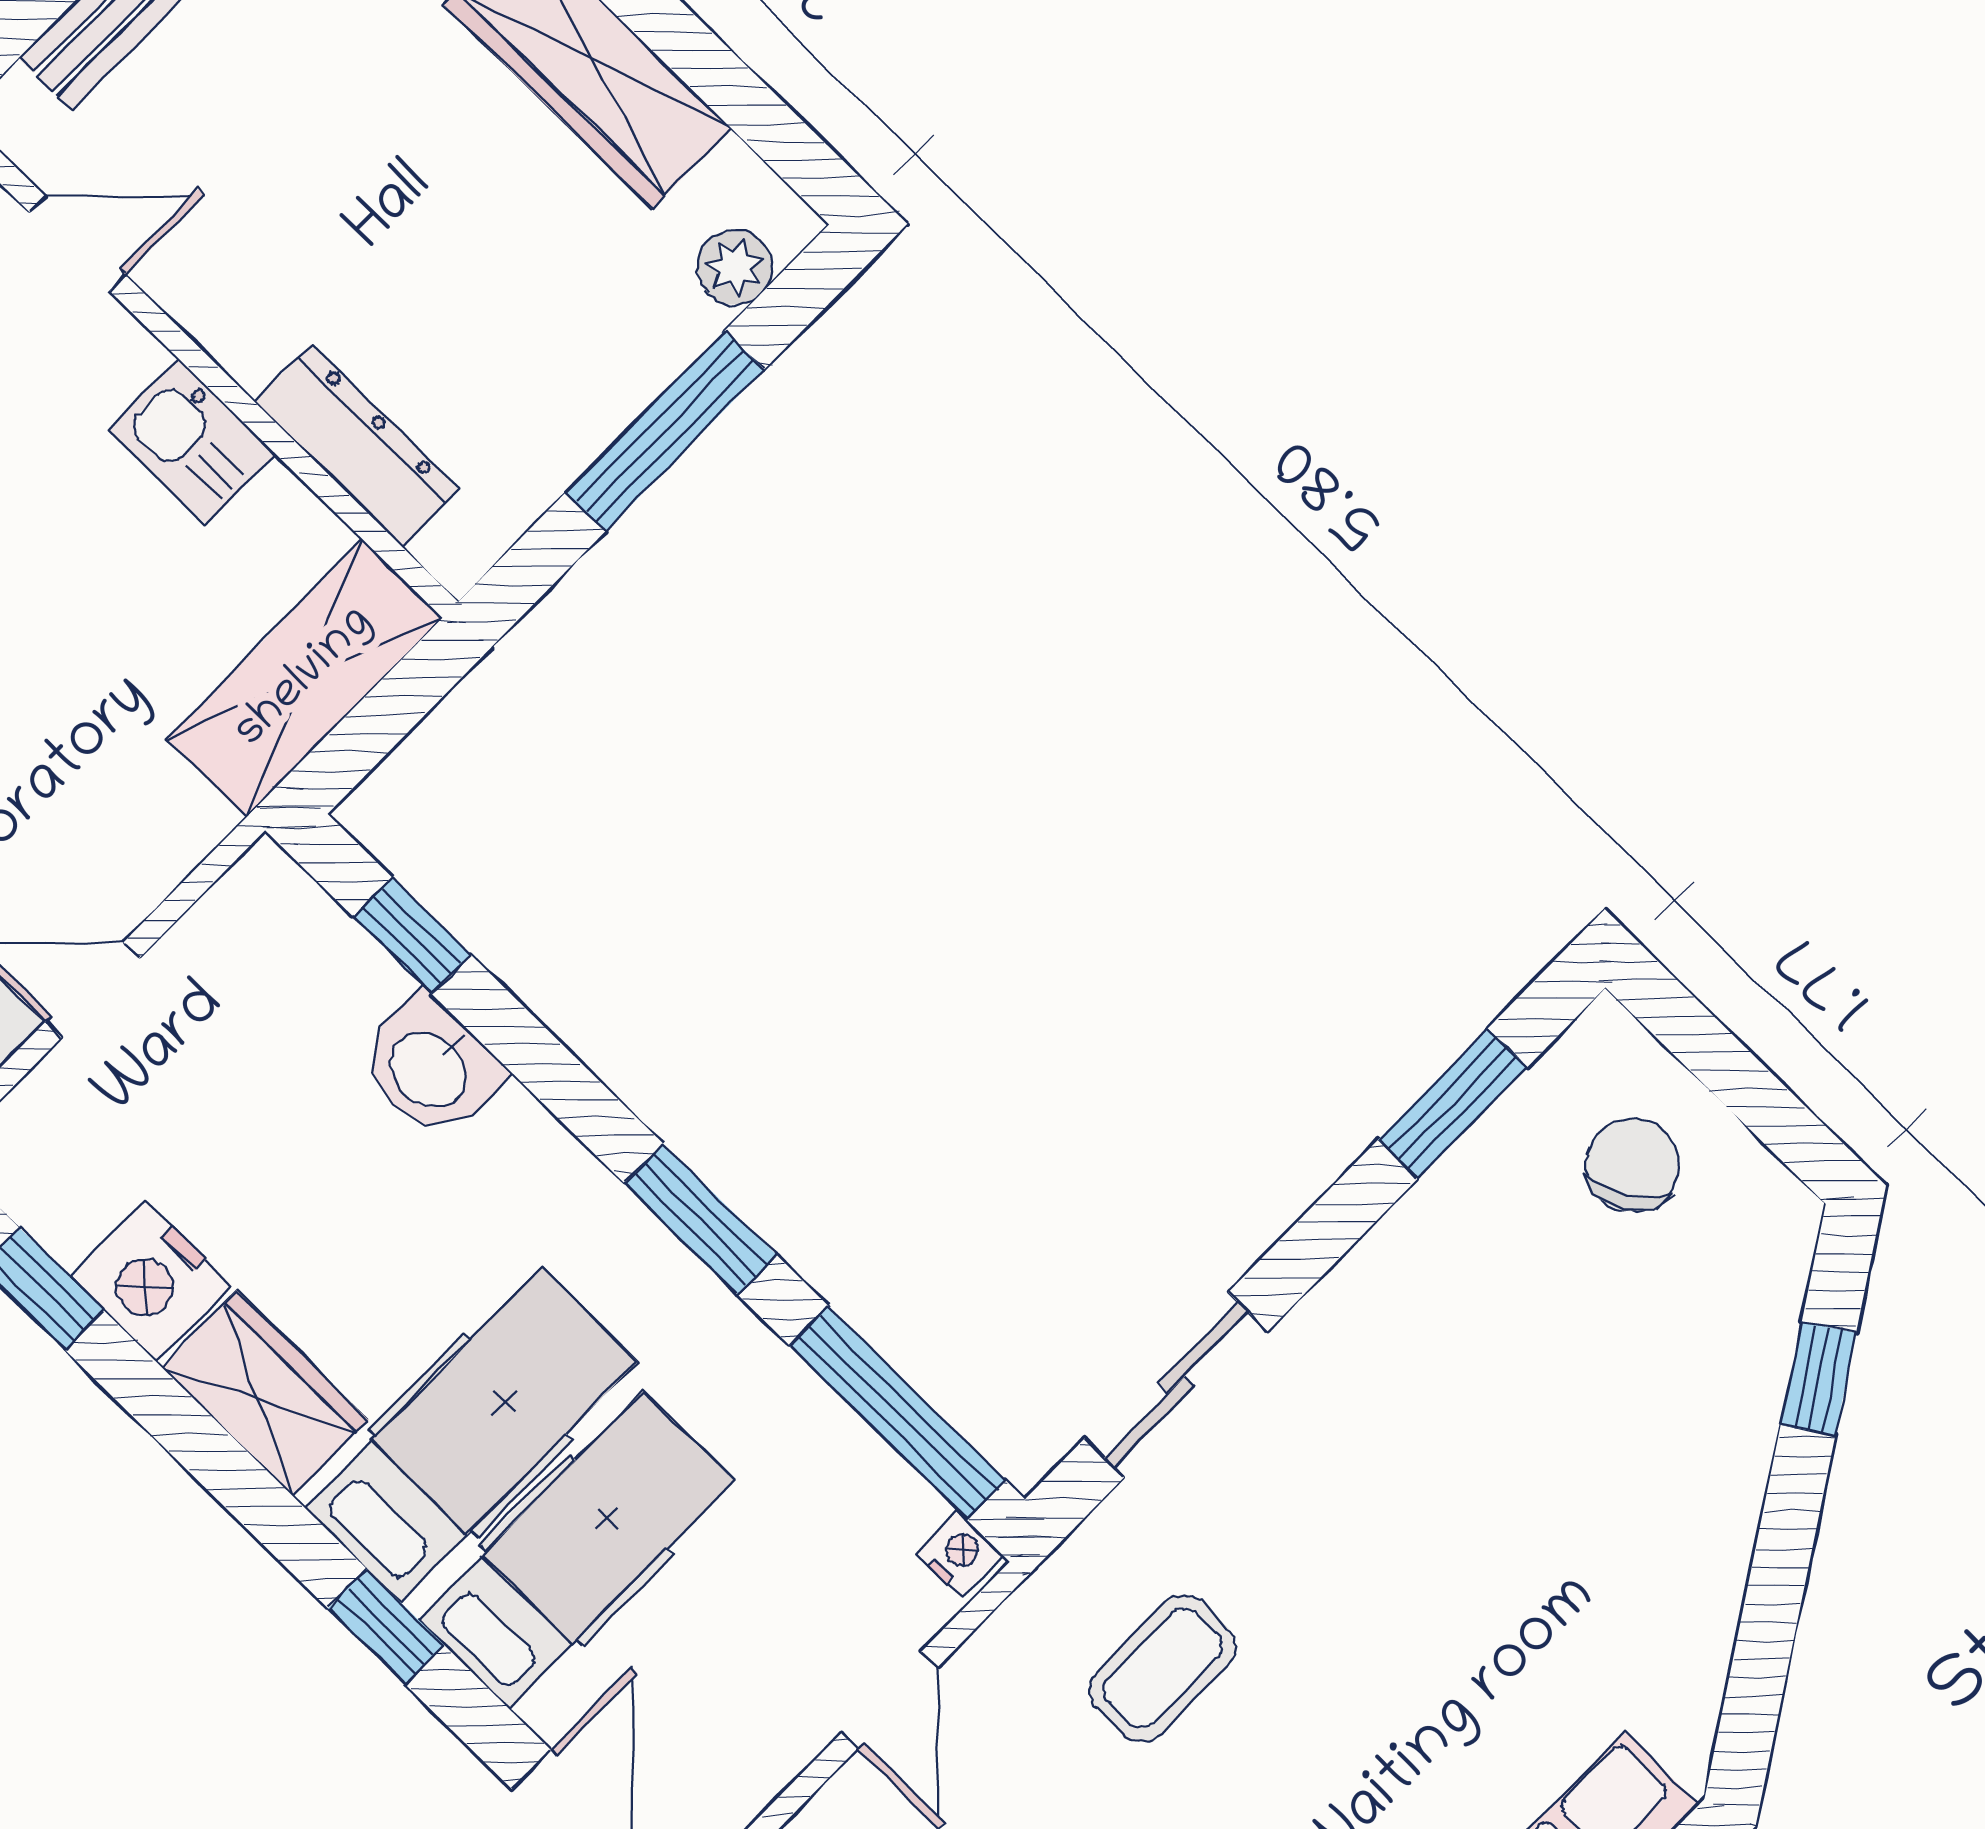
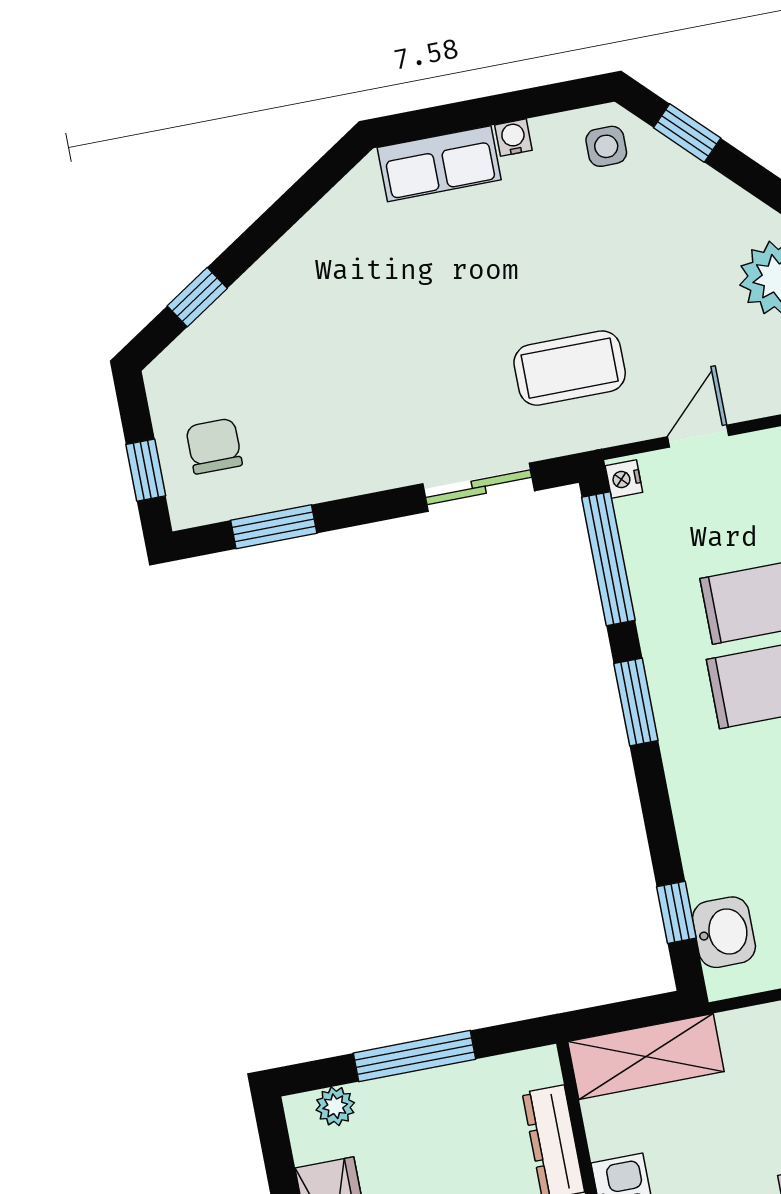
window: (1713, 1054) -> (146, 470), added
washbasin: (430, 1067) -> (724, 932), moved
chair: (1632, 1165) -> (214, 446), turned 121
coffee table: (1163, 1668) -> (570, 368), width x1.36, depth x1.30

